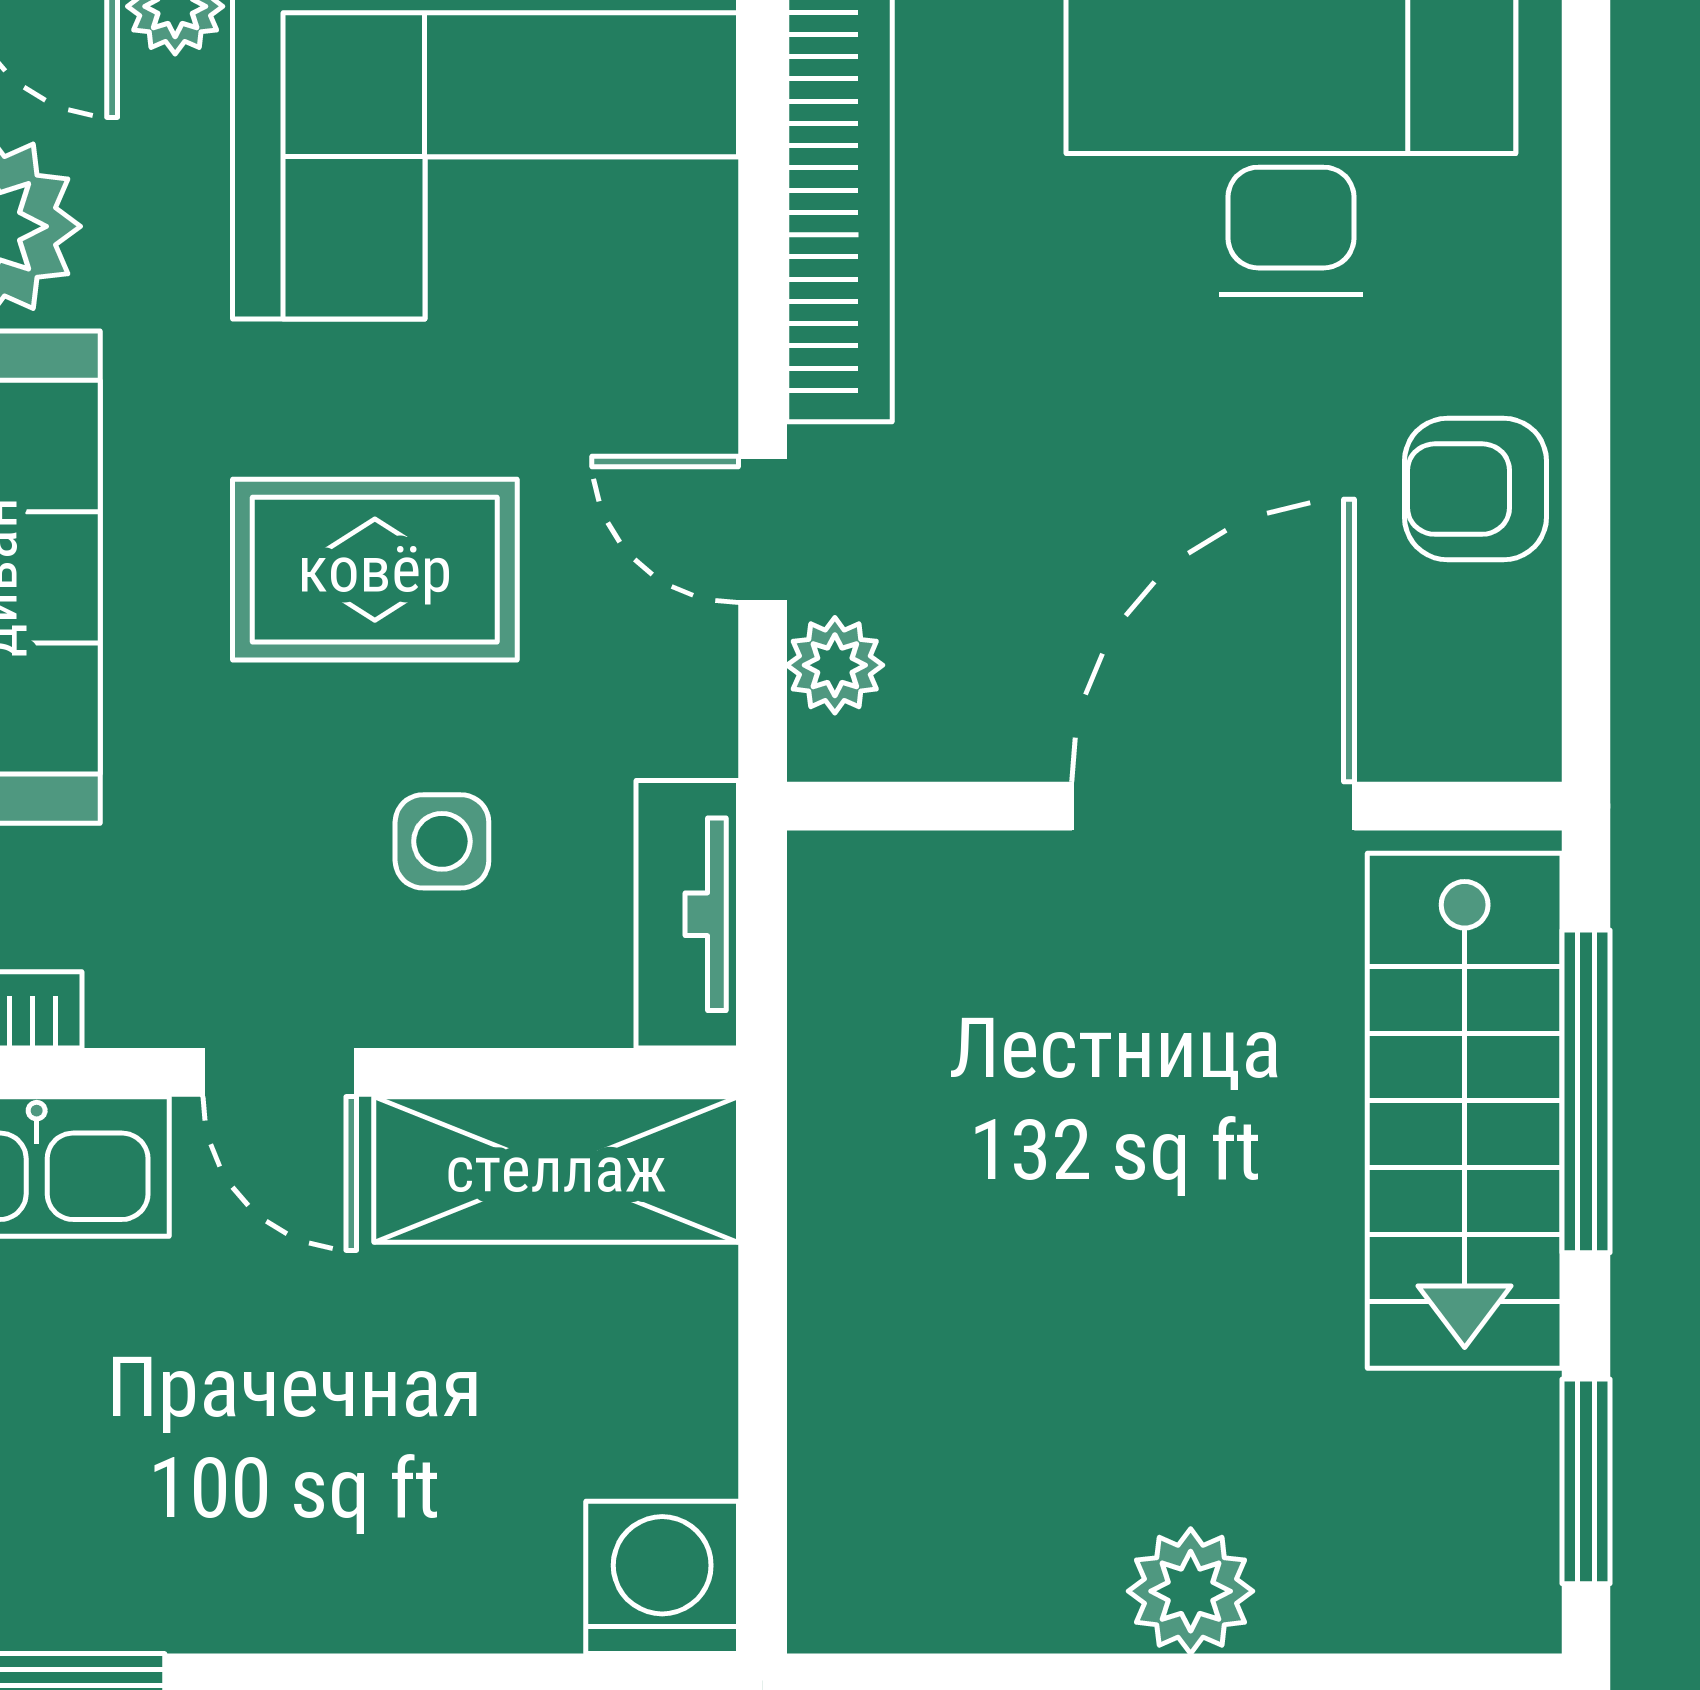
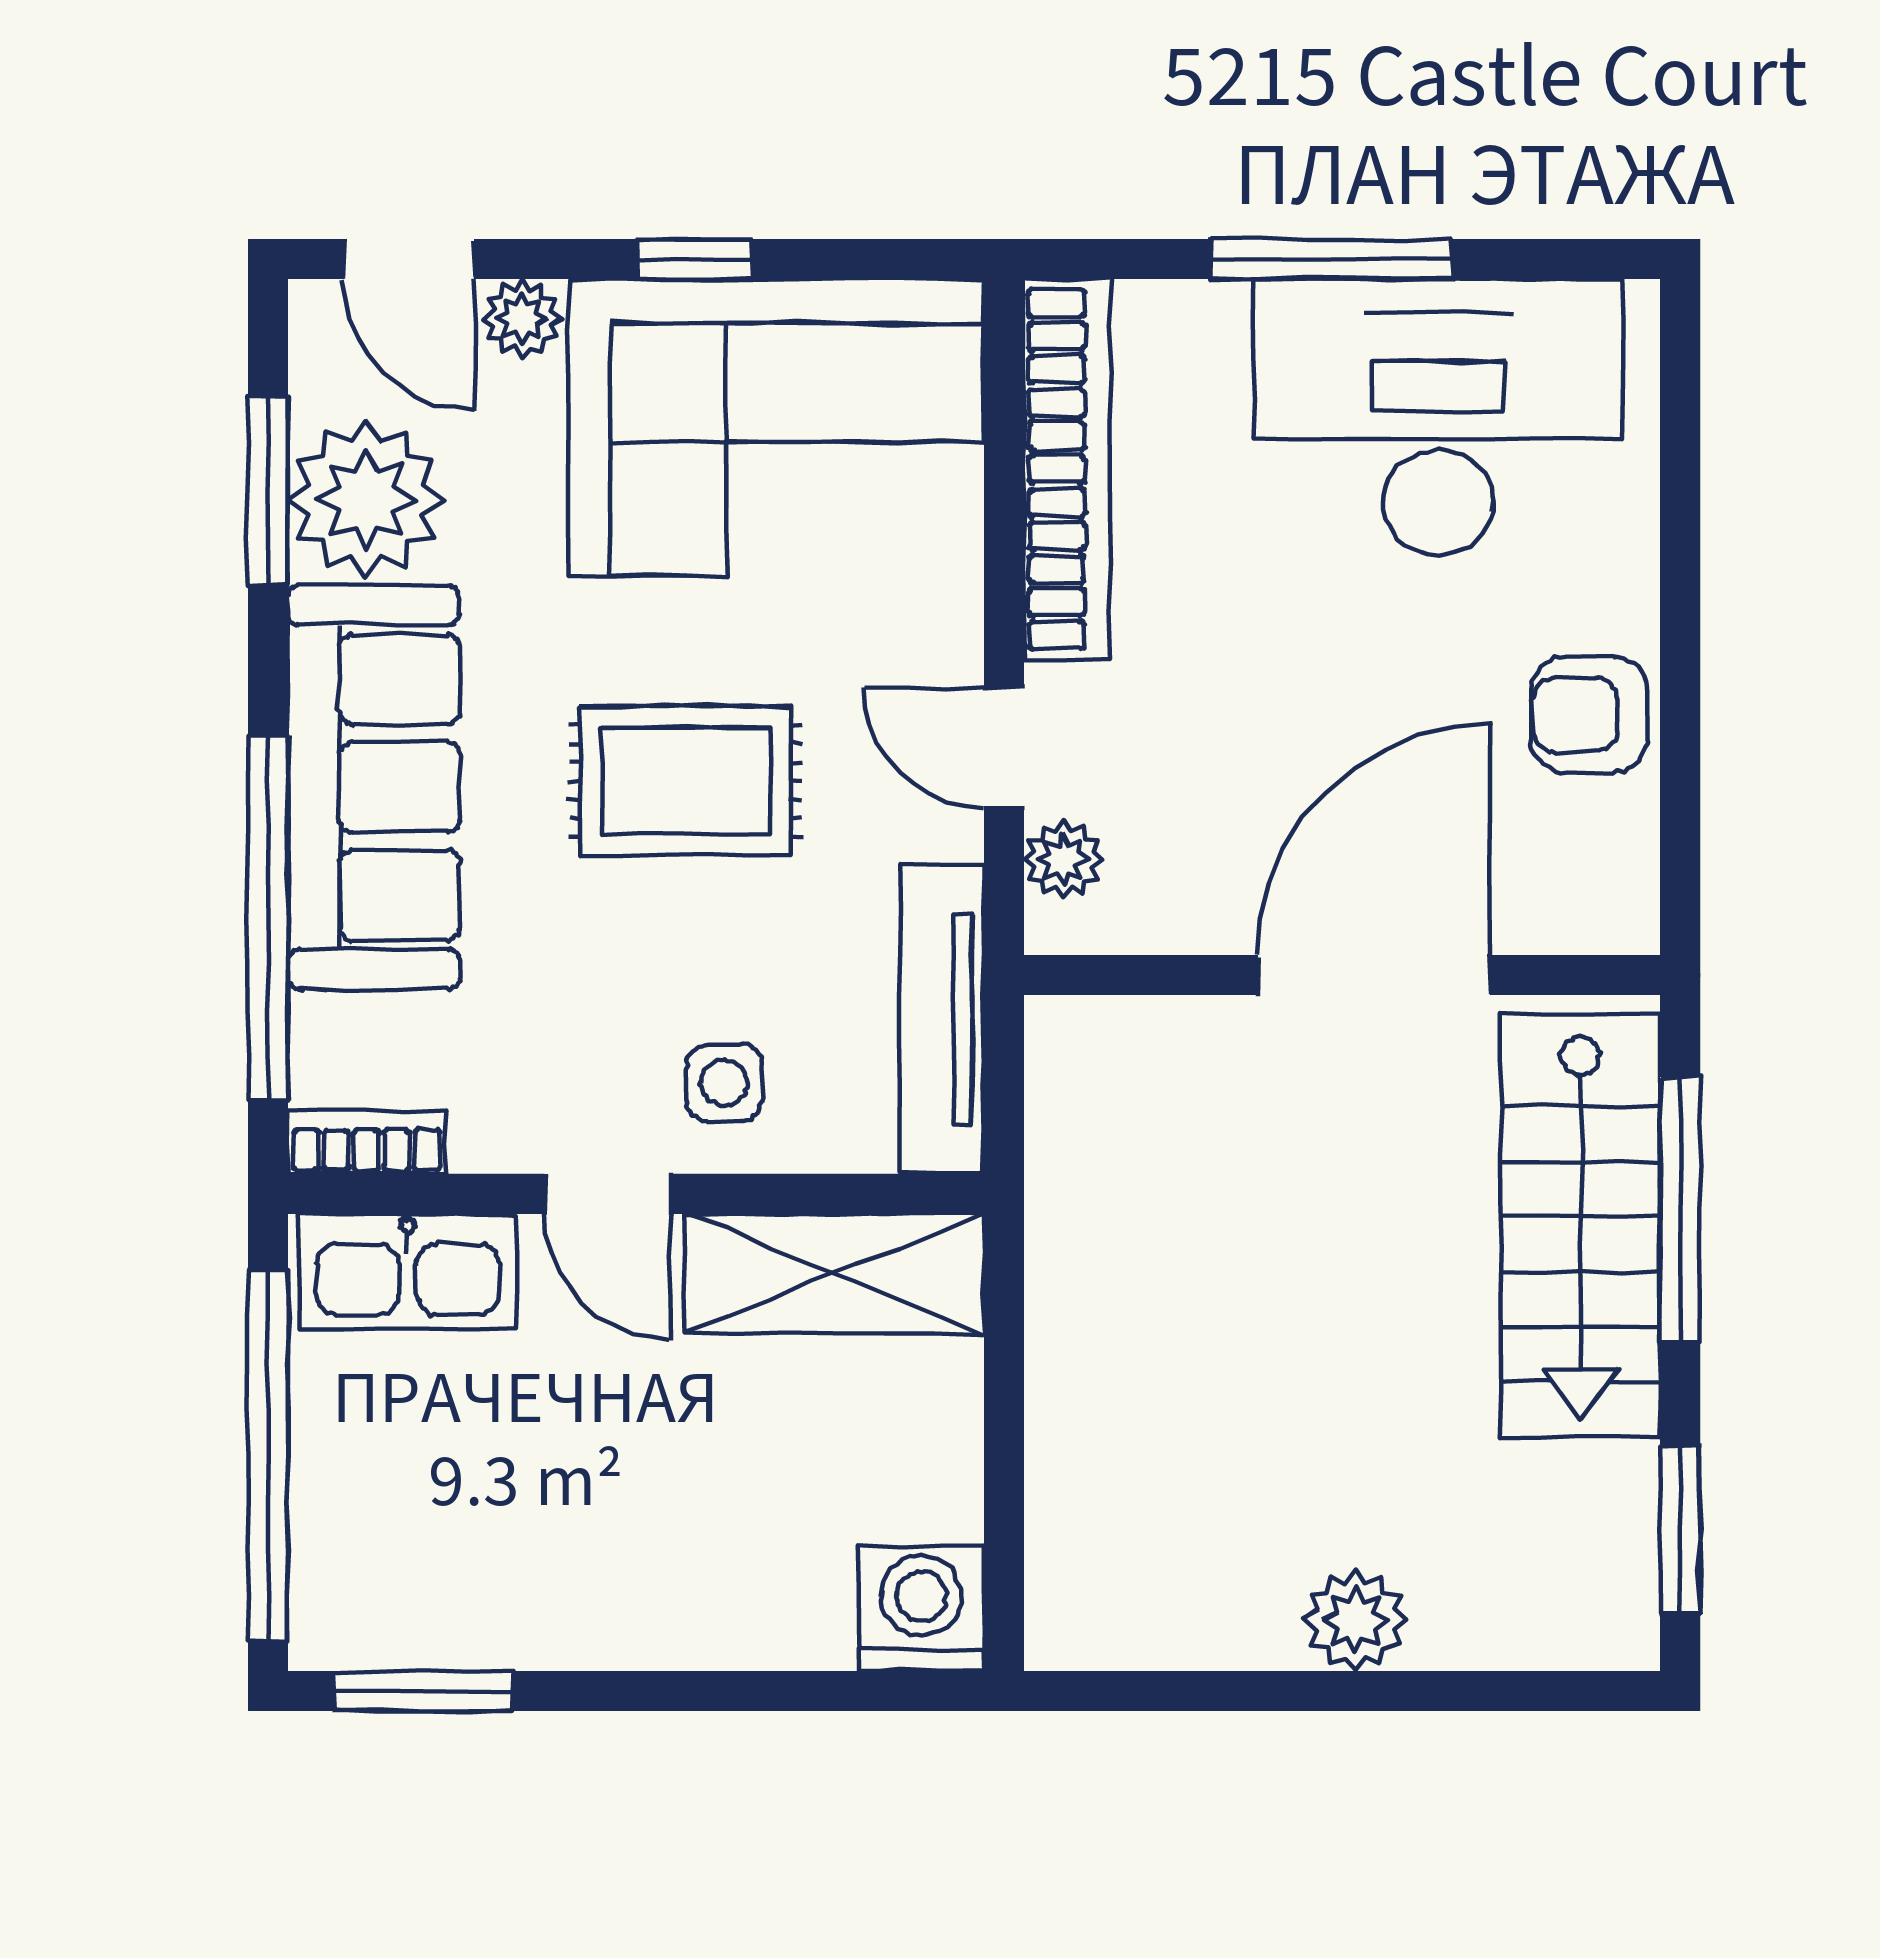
side table: (442, 841) -> (724, 1083), moved
tv unit: (687, 914) -> (942, 1019), width x1.41

